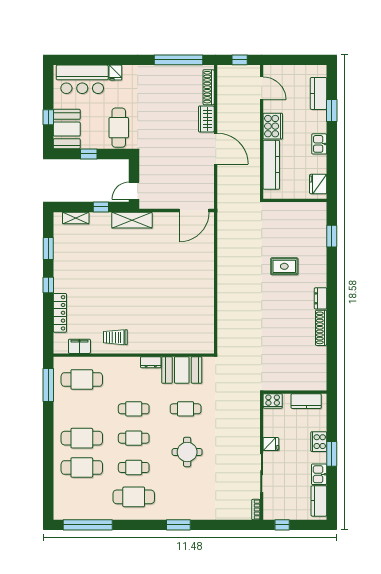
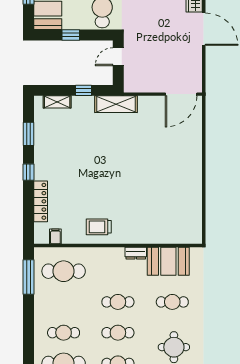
door: (134, 191) -> (118, 57), moved
filing cabinet: (79, 346) -> (55, 236), width x0.50
cafe table: (82, 438) -> (64, 333), width x0.73, depth x0.74

